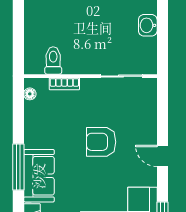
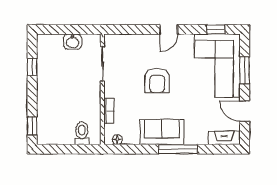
washbasin: (148, 25) -> (73, 42), moved
toilet: (53, 60) -> (82, 133), moved, turned 90
sofa: (39, 176) -> (162, 132), moved

